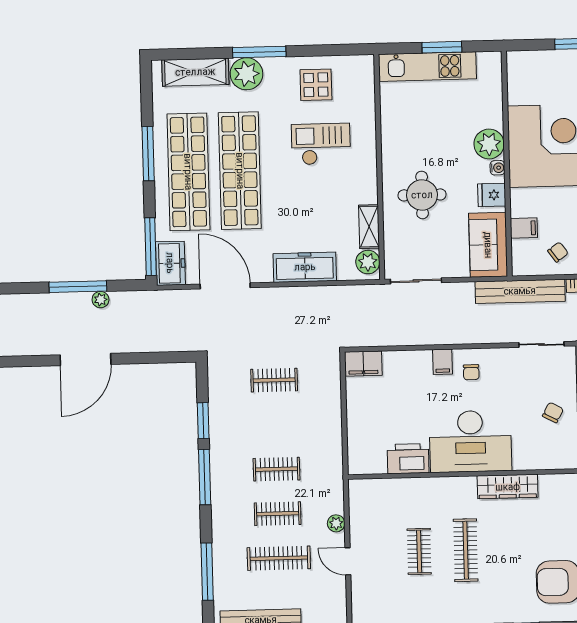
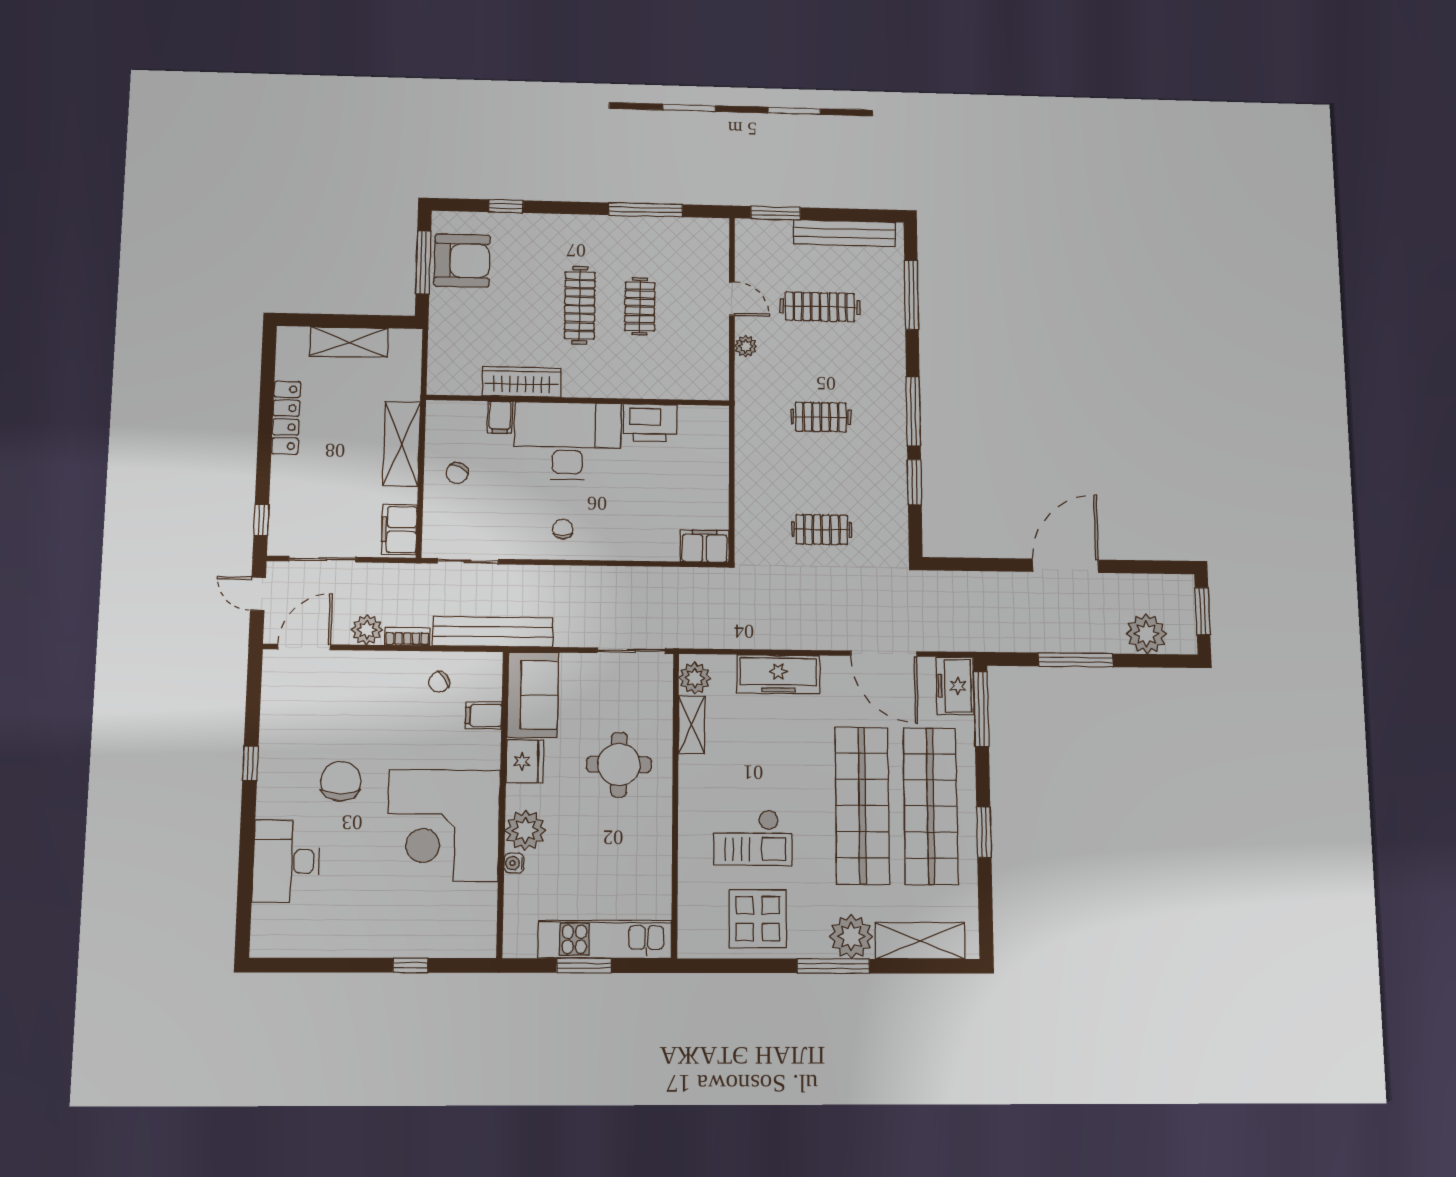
display table: (316, 85) -> (758, 919), width x1.36, depth x1.36
window: (148, 154) -> (984, 832), width x0.69
water cooler: (497, 168) -> (514, 863), moved
fridge: (492, 195) -> (525, 761), width x1.38
plant: (101, 300) -> (1146, 634), moved, width x1.88, depth x1.88
filing cabinet: (443, 362) -> (500, 417), moved, turned 180
clothes rail: (278, 514) -> (820, 362), removed

